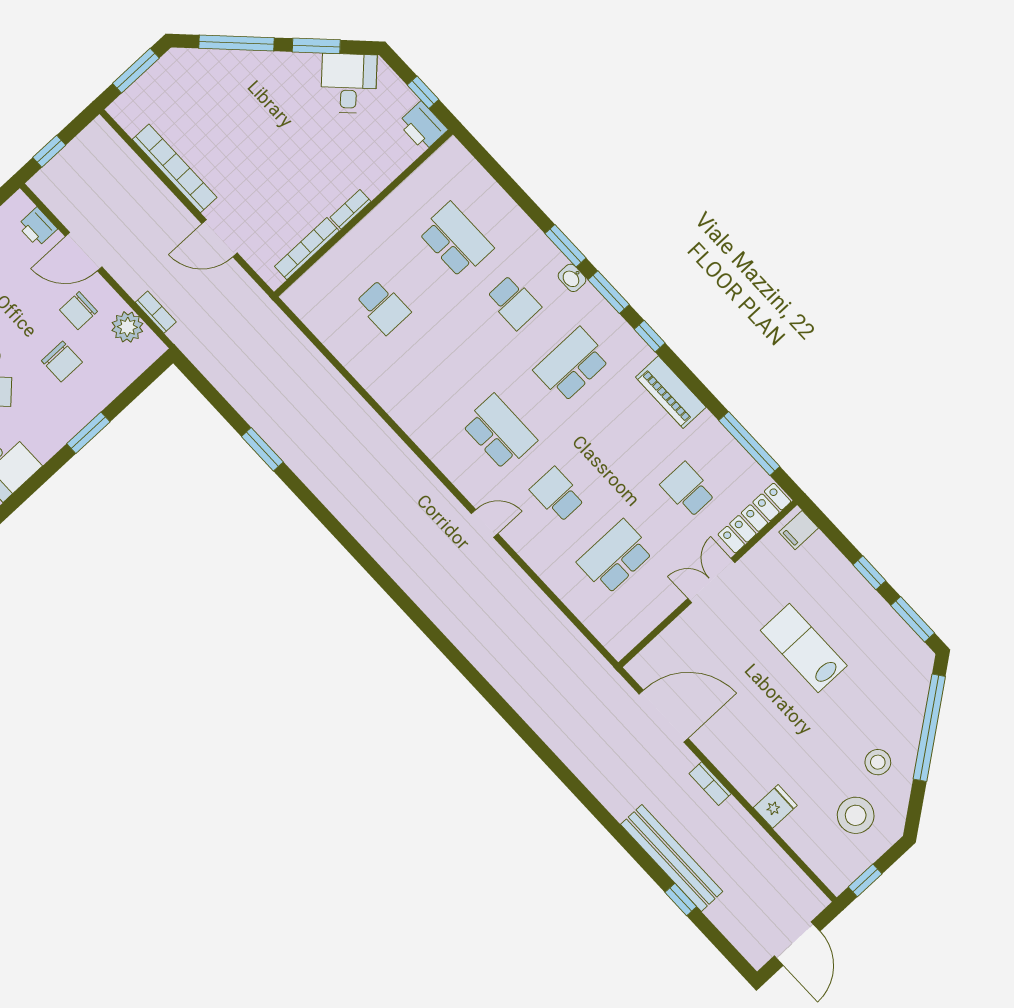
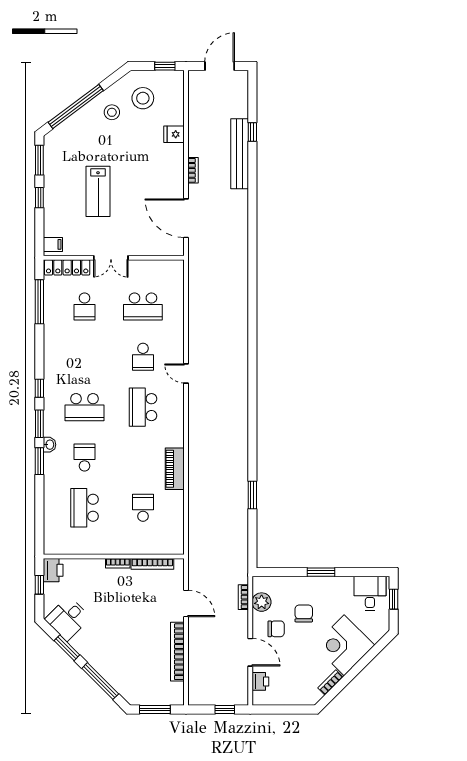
piano: (671, 392) -> (175, 469), moved, turned 180

